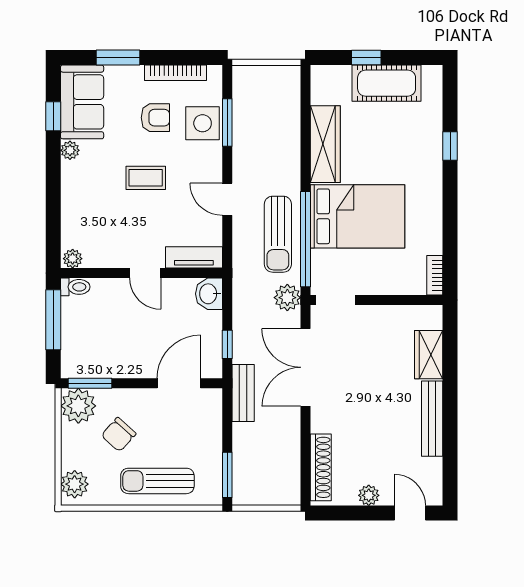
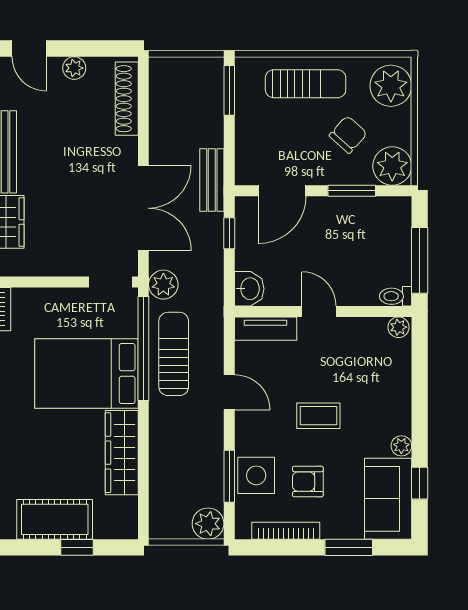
plant: (247, 79) -> (208, 524), added
window: (90, 383) -> (352, 191), moved
plant: (75, 484) -> (391, 86), width x1.36, depth x1.36

